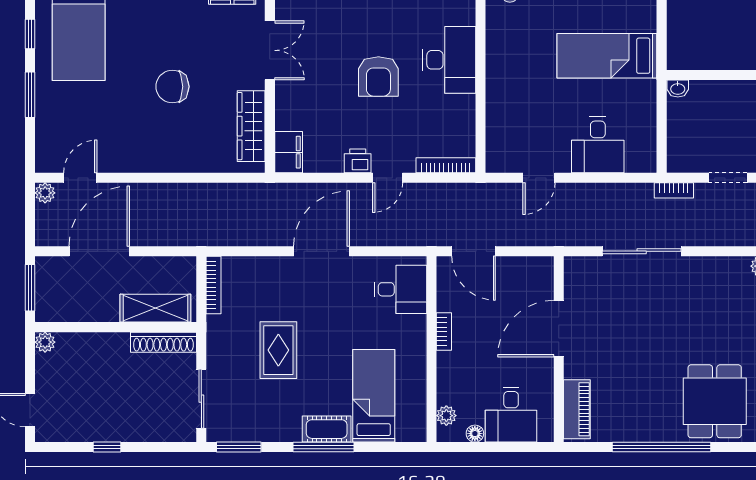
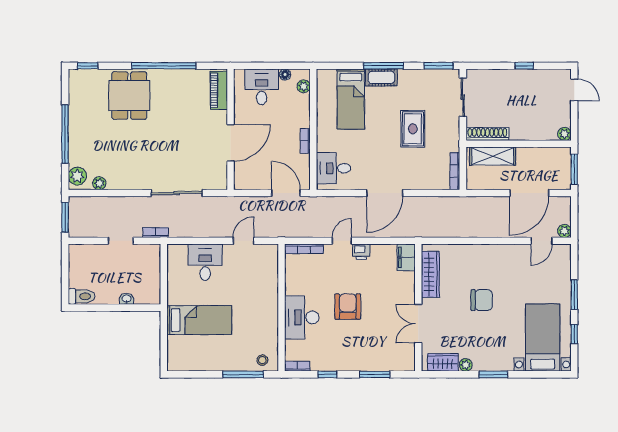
washbasin: (678, 88) -> (127, 299), moved

